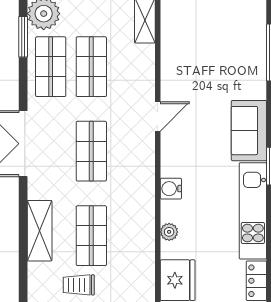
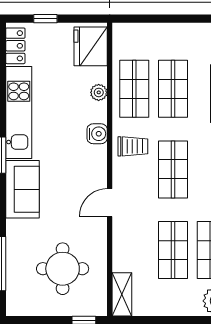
round table: (207, 47) -> (63, 269), added
shop shelf: (132, 236) -> (134, 89), added
trolley: (79, 285) -> (133, 146), moved

